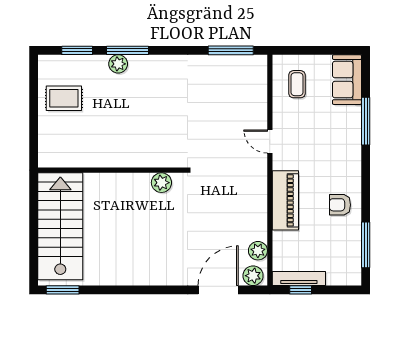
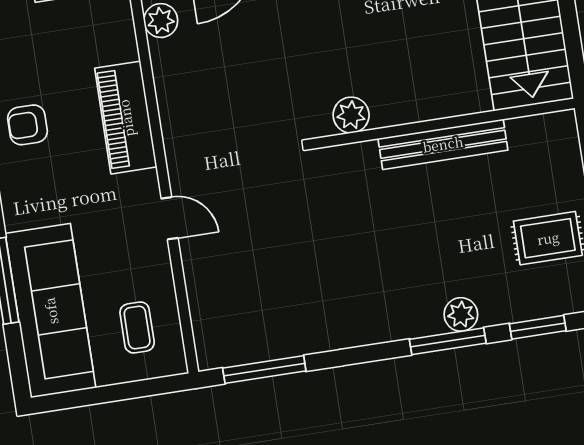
sofa: (347, 80) -> (51, 311), width x1.85, depth x1.27
bench: (114, 159) -> (443, 144), added
armchair: (340, 205) -> (27, 125), turned 180

